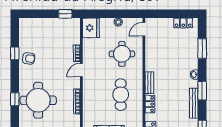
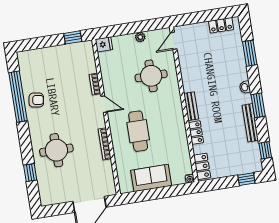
fridge: (91, 28) -> (104, 44), width x0.53, depth x0.75
window: (15, 53) -> (18, 97), width x3.17
door: (81, 70) -> (104, 104), swing flipped
cafe table: (121, 95) -> (138, 131), moved
window: (15, 99) -> (30, 173), moved
round table: (38, 100) -> (56, 150), width x0.73, depth x0.73

